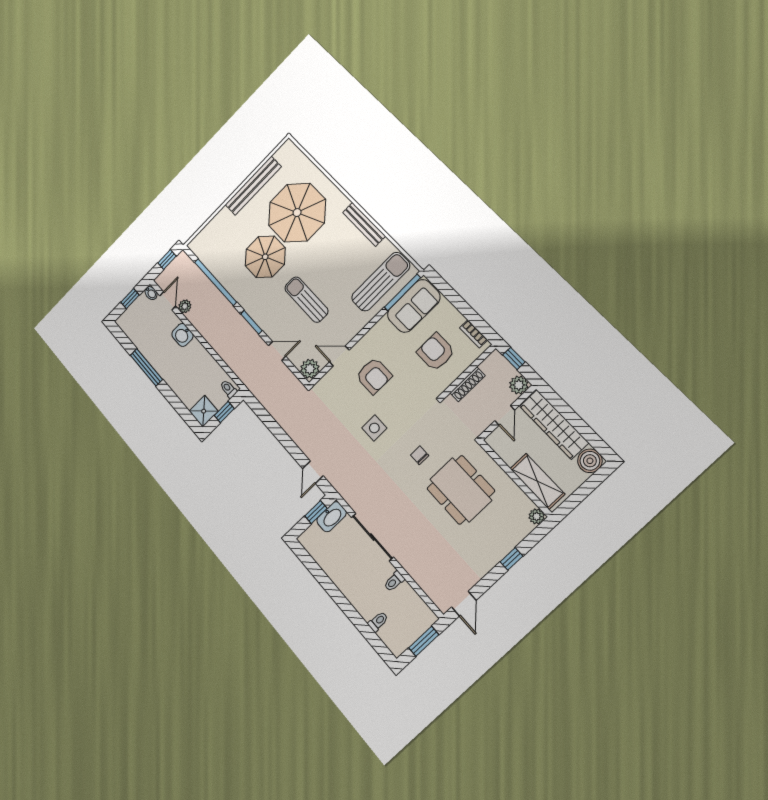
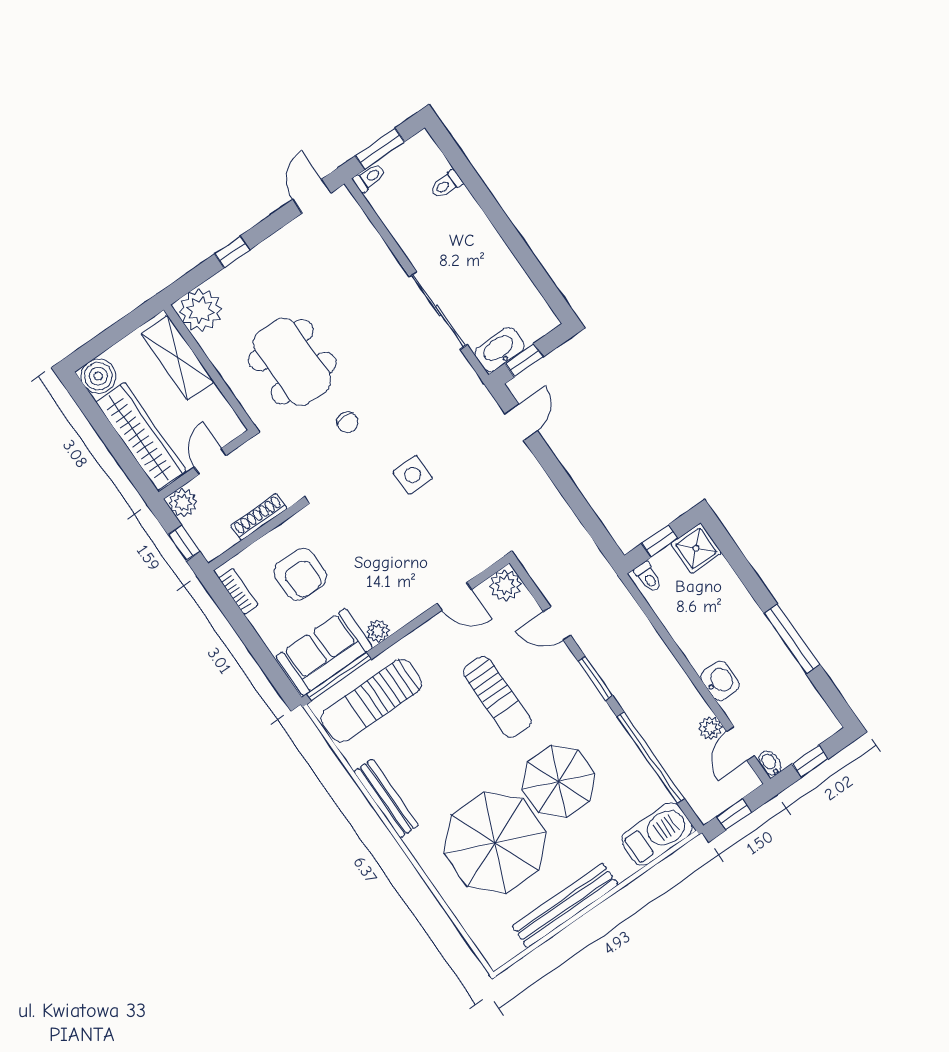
barbecue: (207, 239) -> (657, 834), added
plant: (383, 326) -> (378, 631), added
armchair: (374, 376) -> (403, 555), removed
plant: (537, 516) -> (200, 310), width x1.87, depth x1.87
toilet: (394, 581) -> (369, 178), moved

